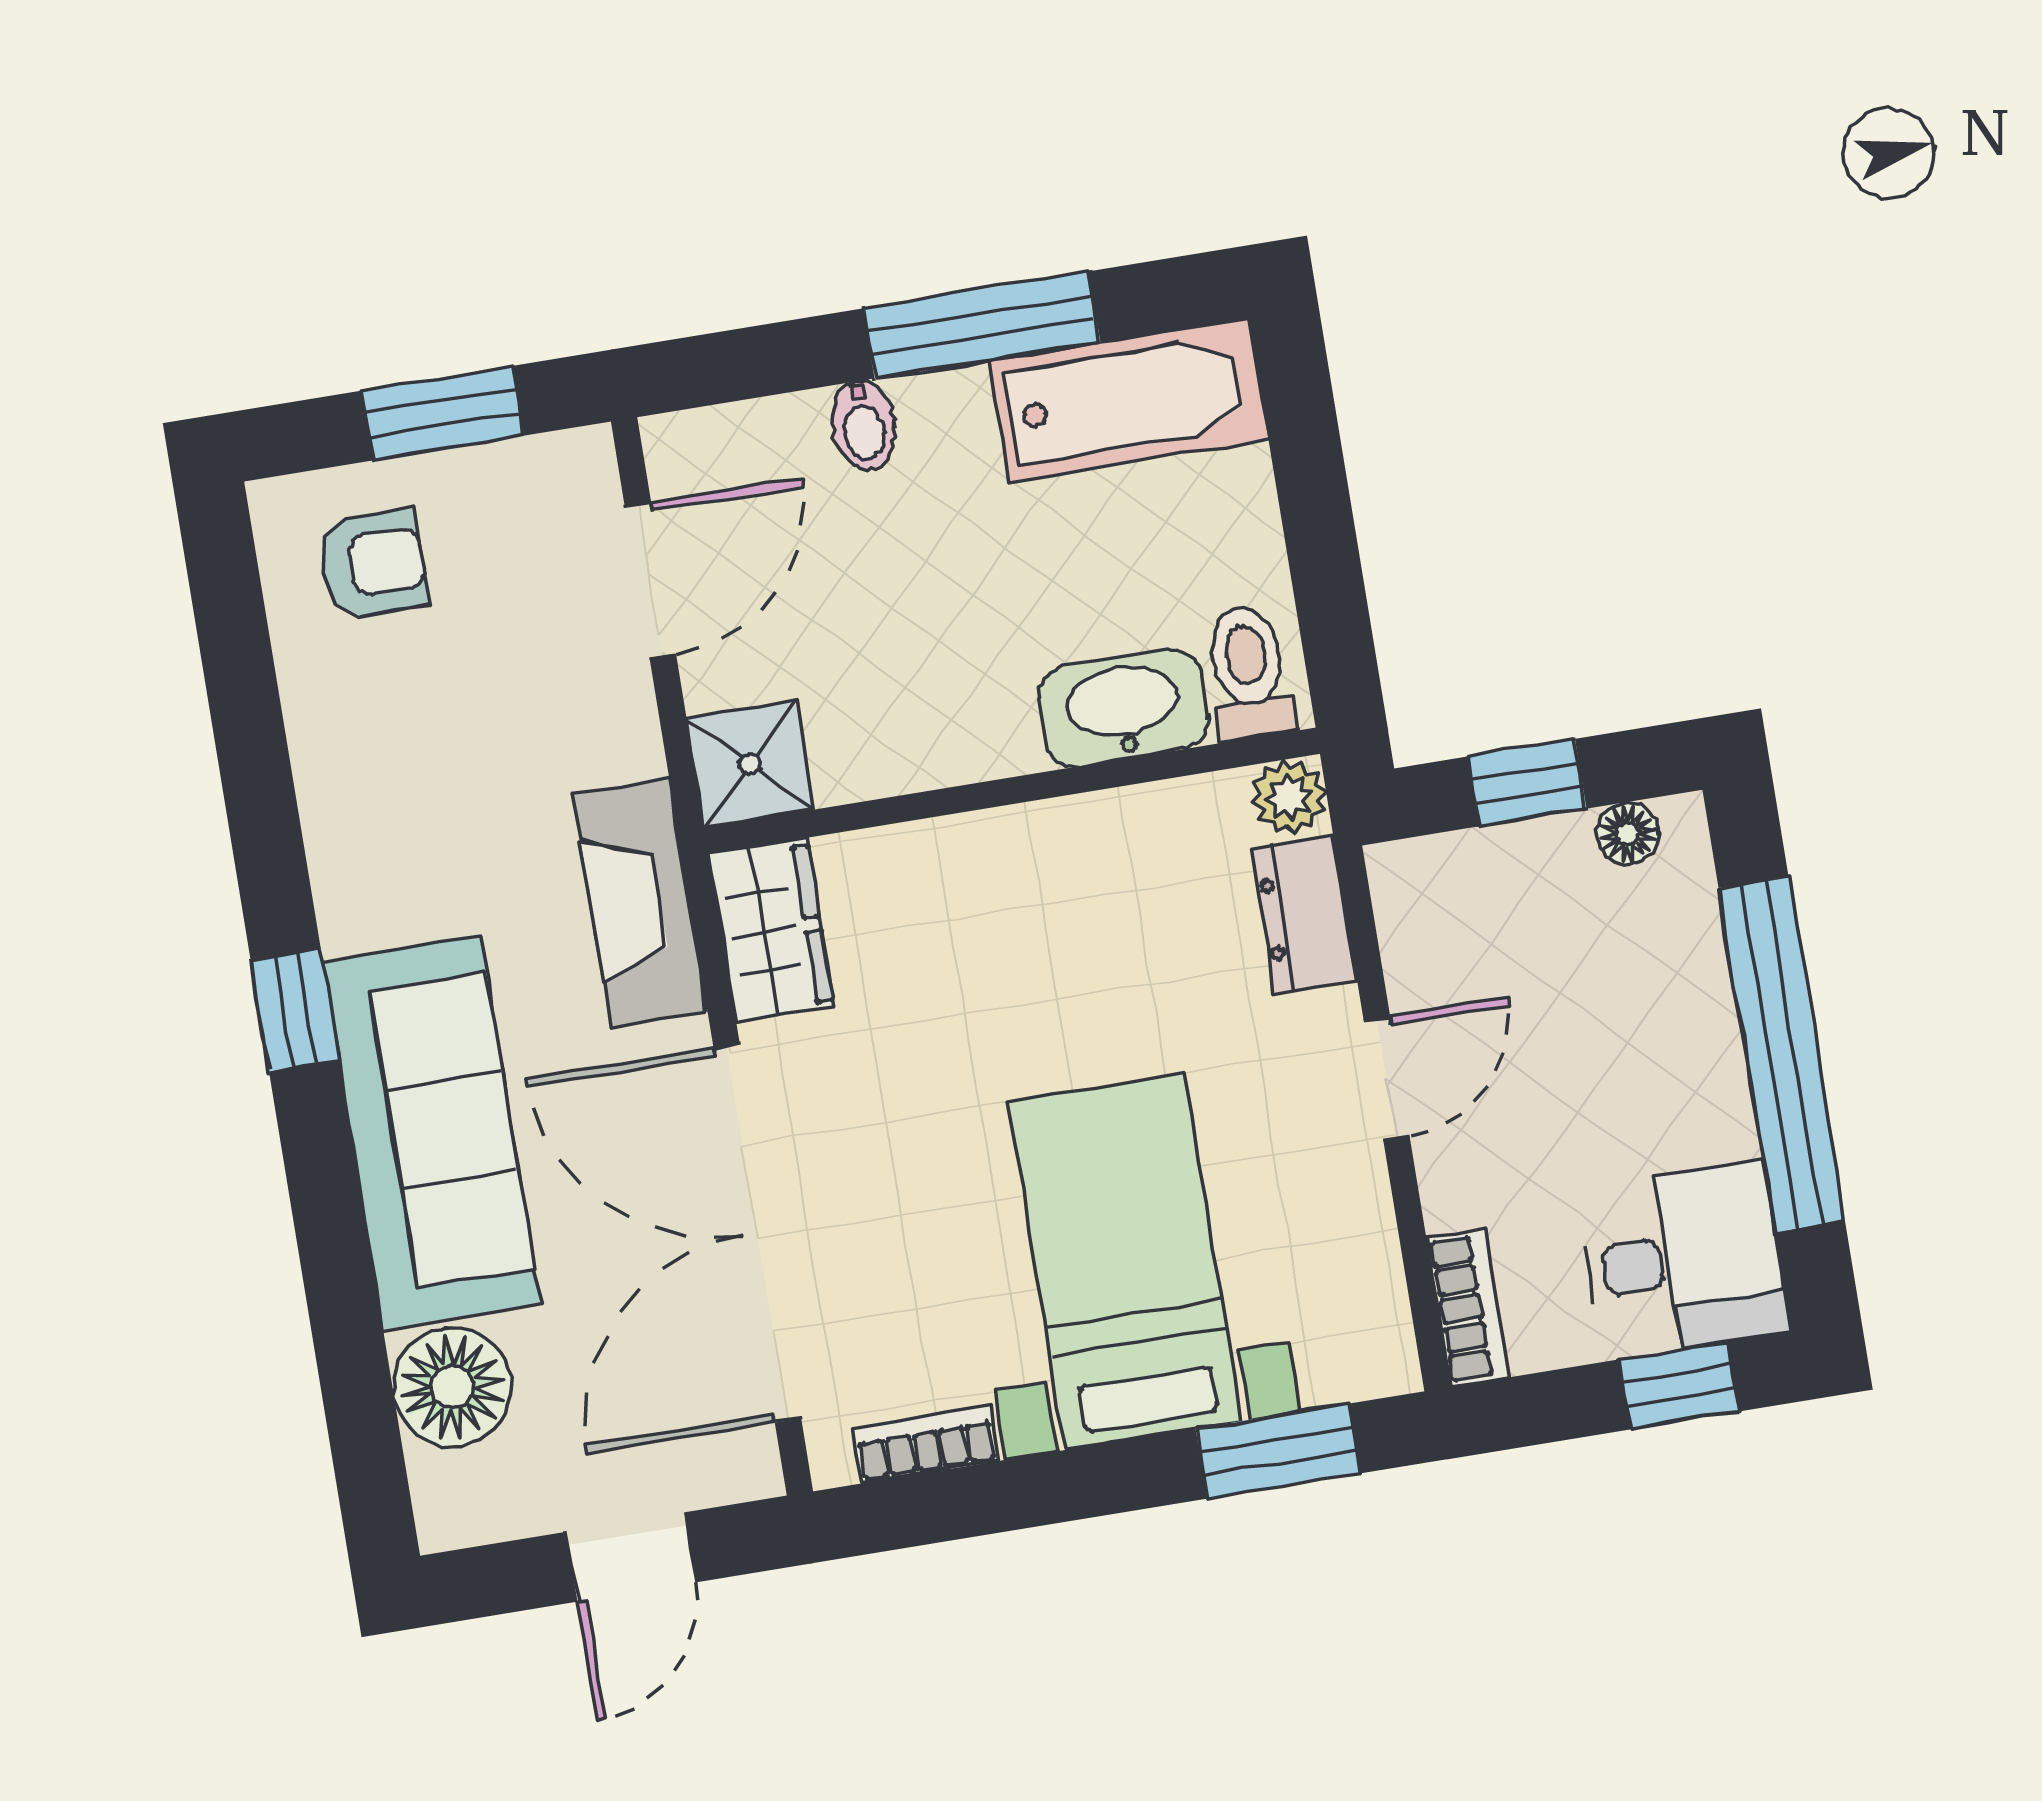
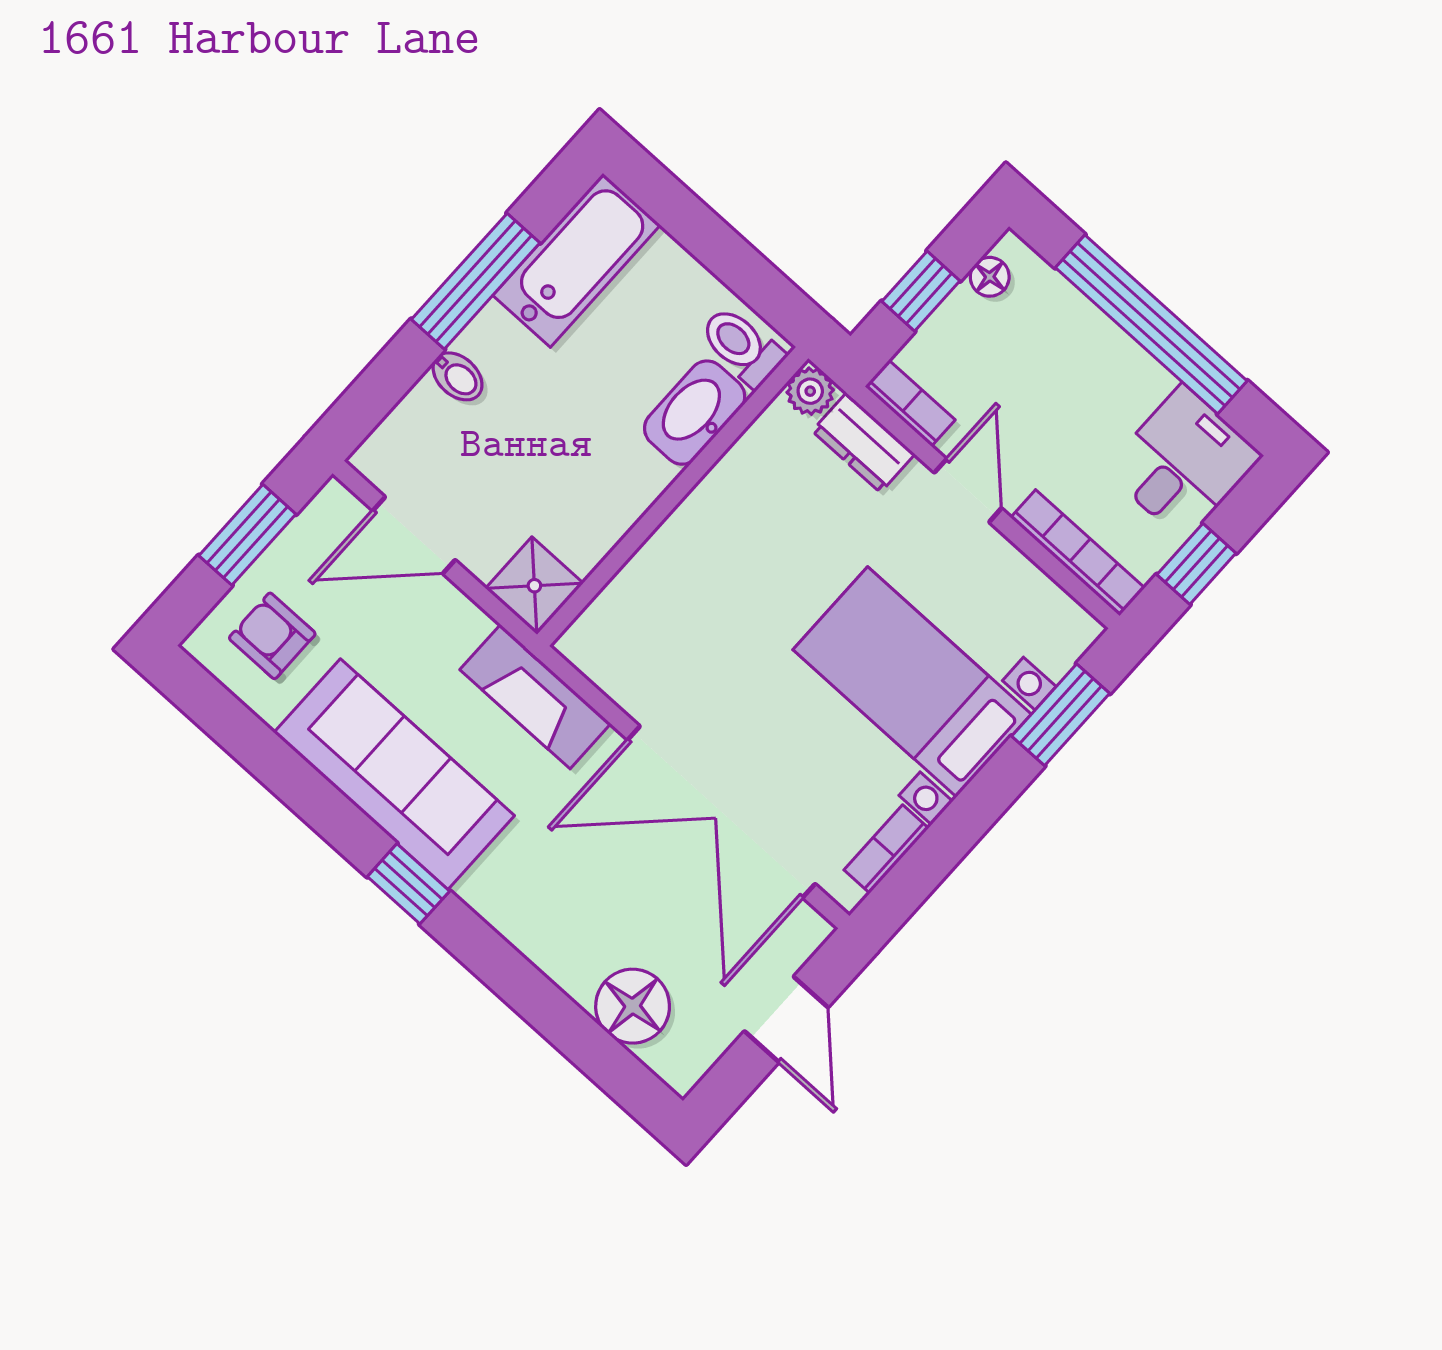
armchair: (373, 564) -> (272, 636), turned -90
door: (650, 580) -> (414, 535), swing flipped
bookcase: (1402, 912) -> (910, 403), added
wardrobe: (771, 930) -> (610, 659), removed
sofa: (432, 1133) -> (394, 774), moved
bookcase: (1468, 1308) -> (1078, 553), width x1.56
window: (1679, 1385) -> (1196, 564), moved

